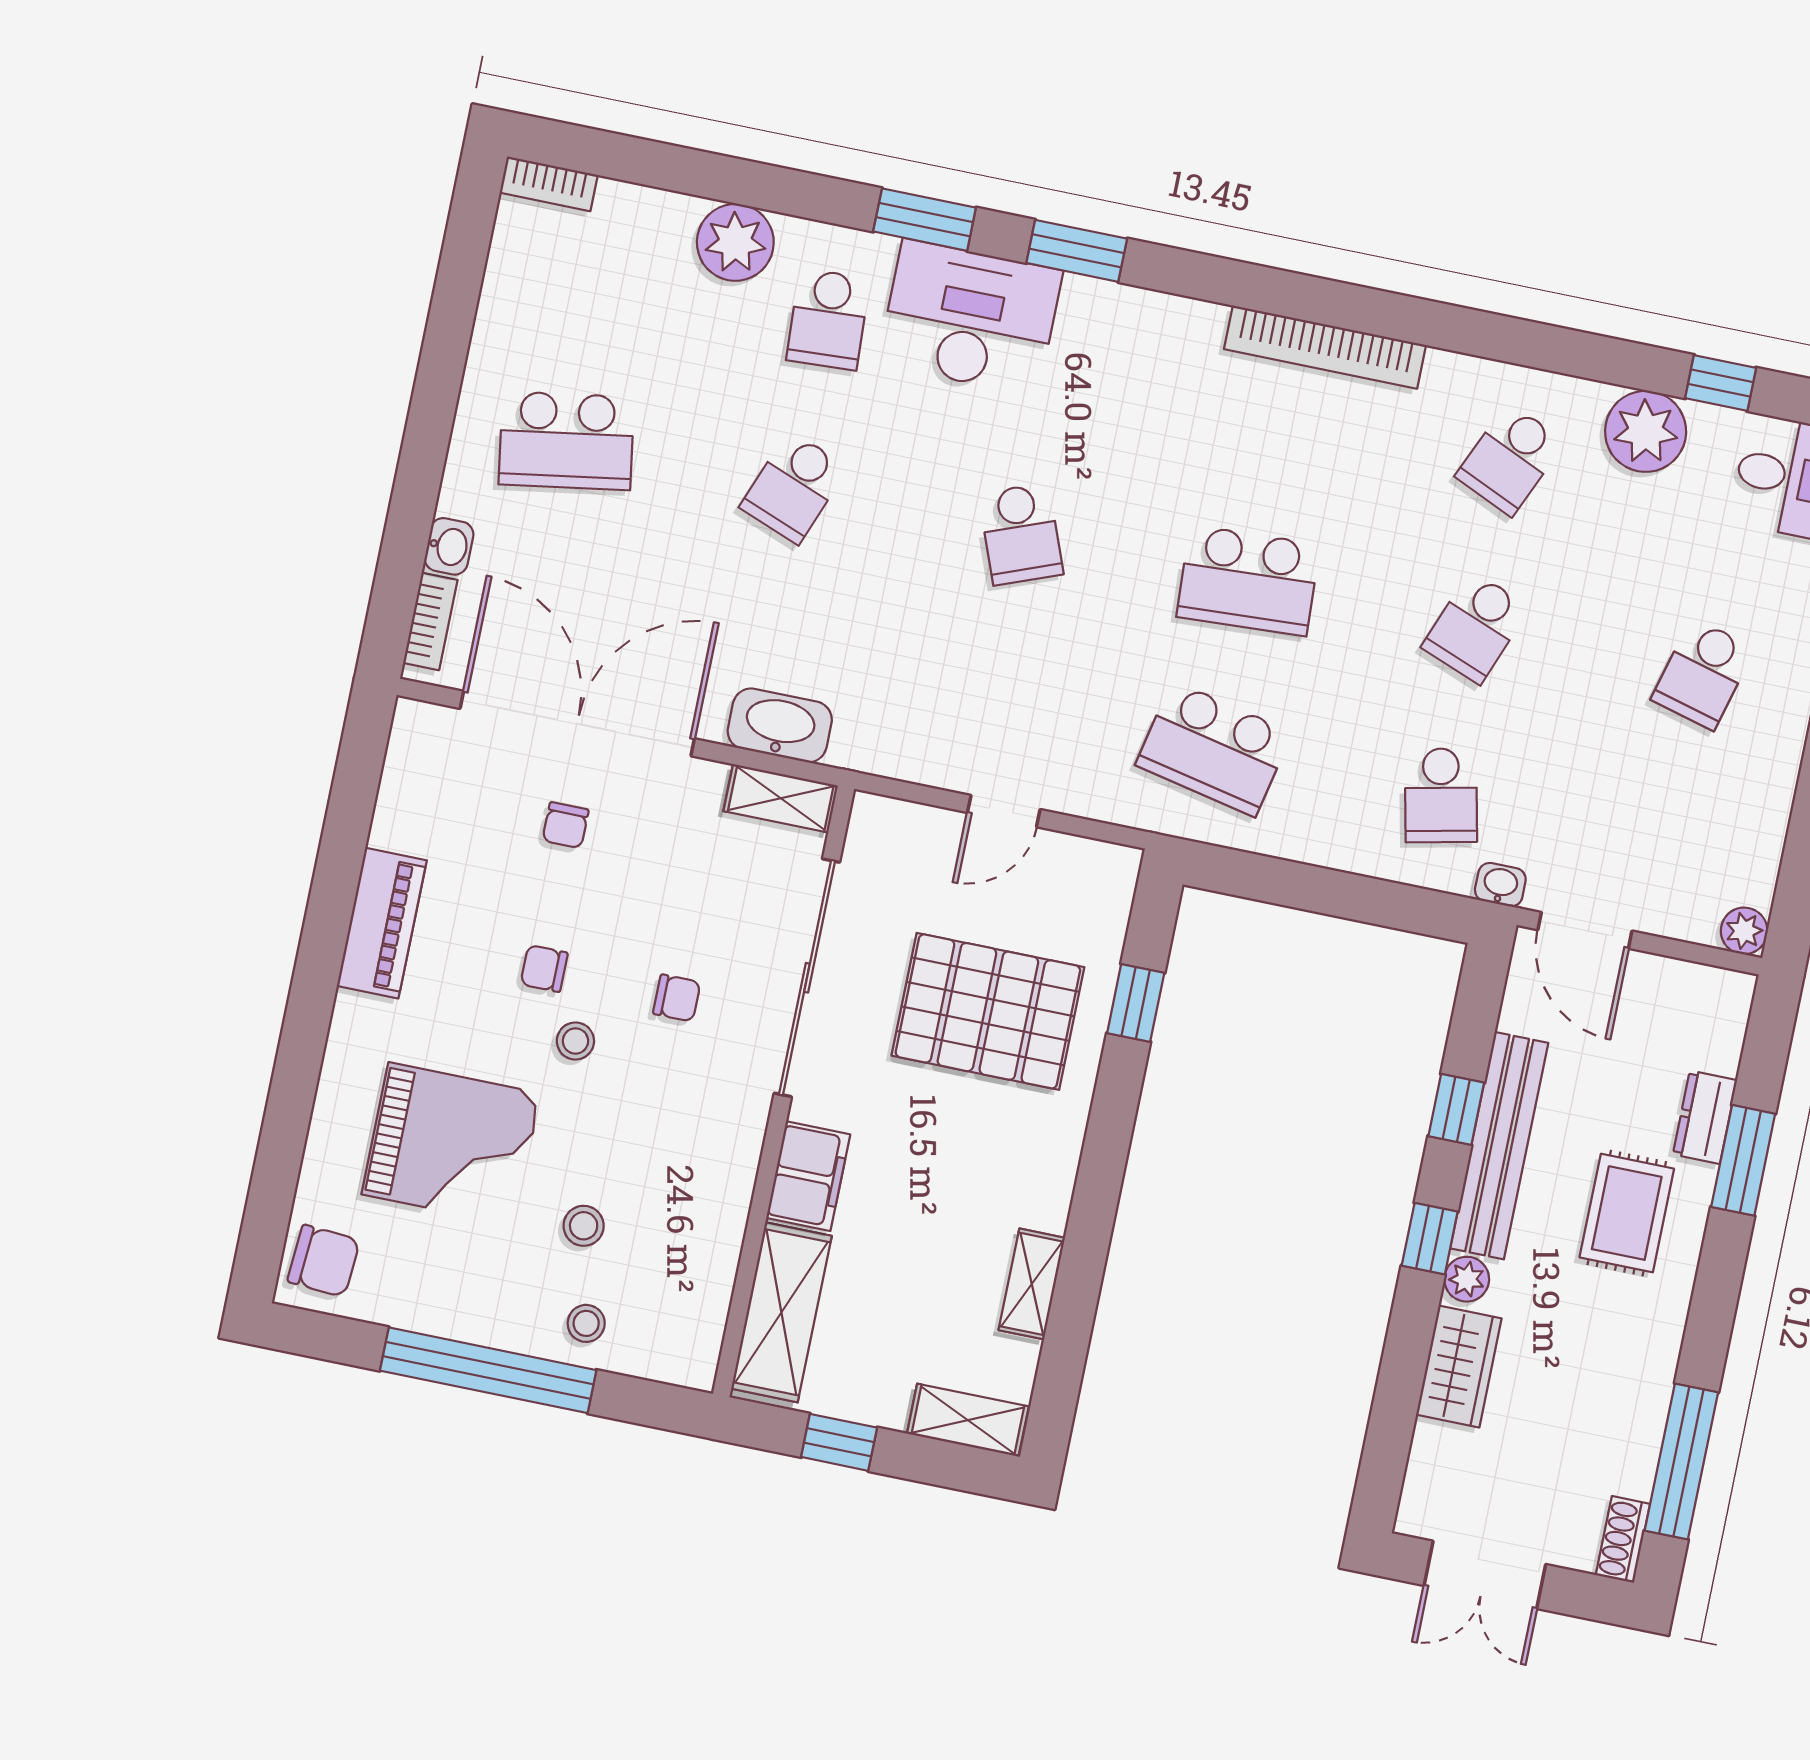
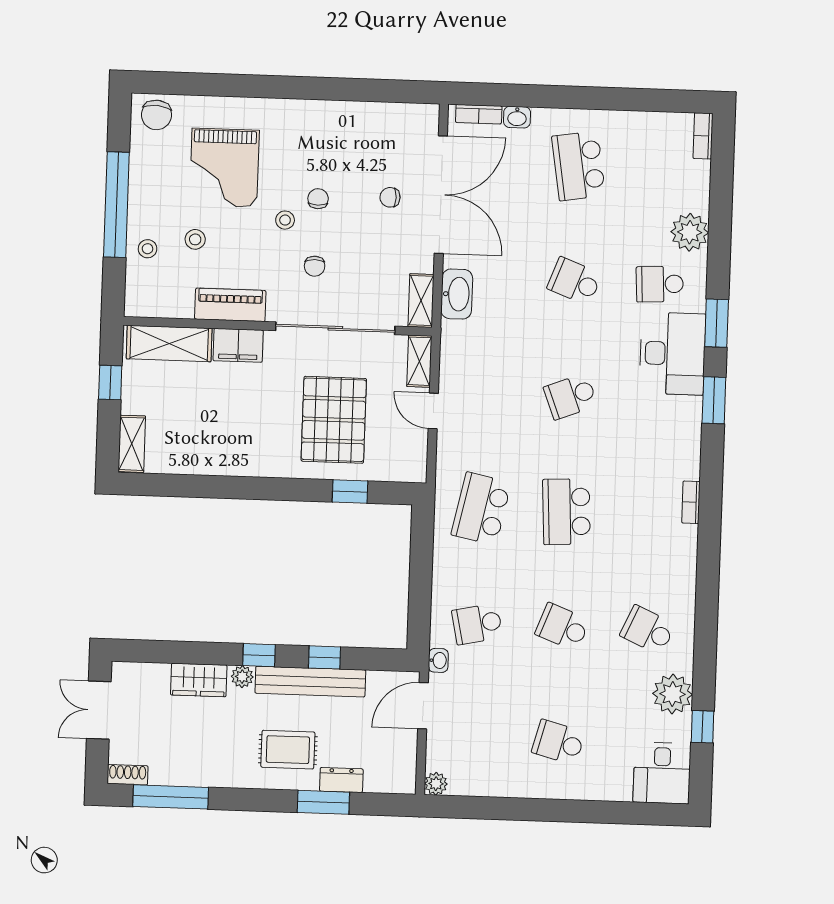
bookcase: (1325, 347) -> (691, 502), width x0.43, depth x0.76
piano: (382, 923) -> (230, 305), moved, turned 180
shelving: (1032, 1284) -> (419, 361), moved, turned 90

